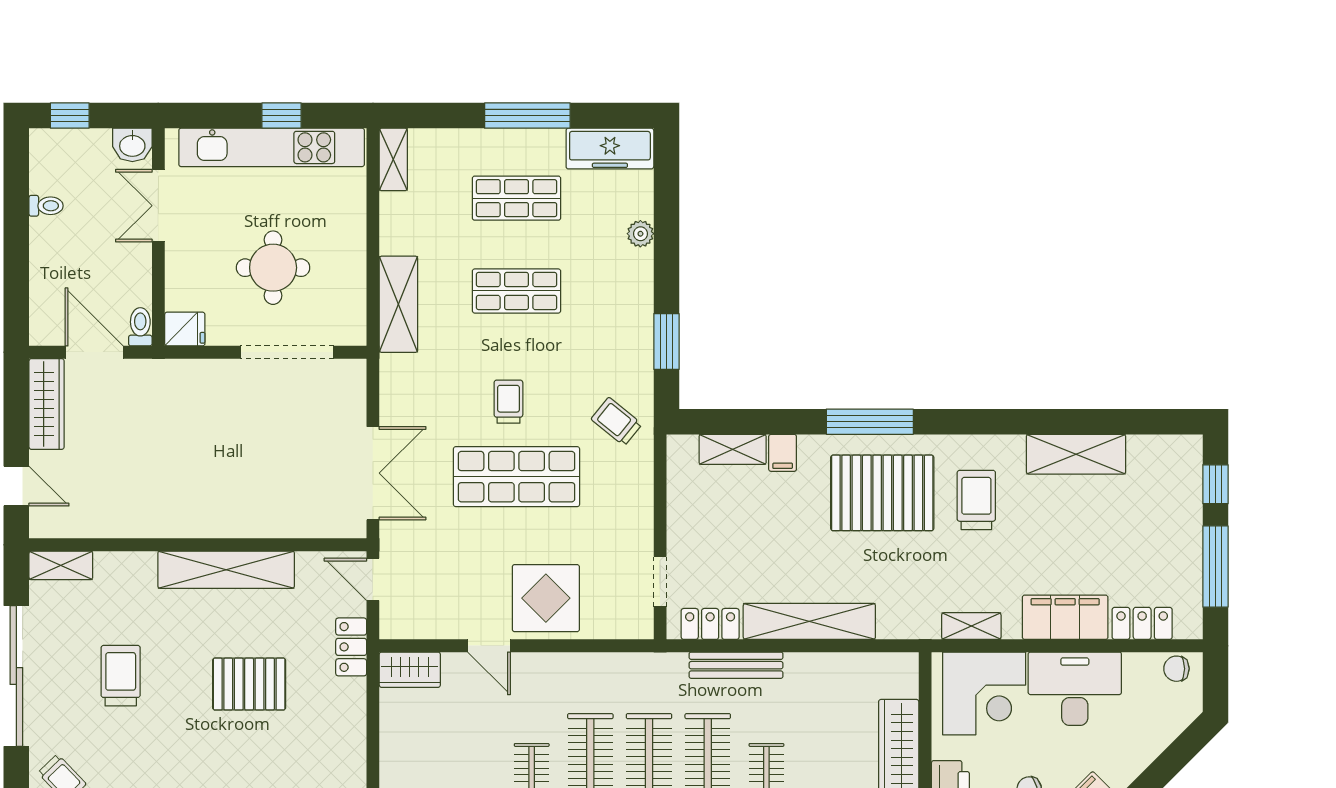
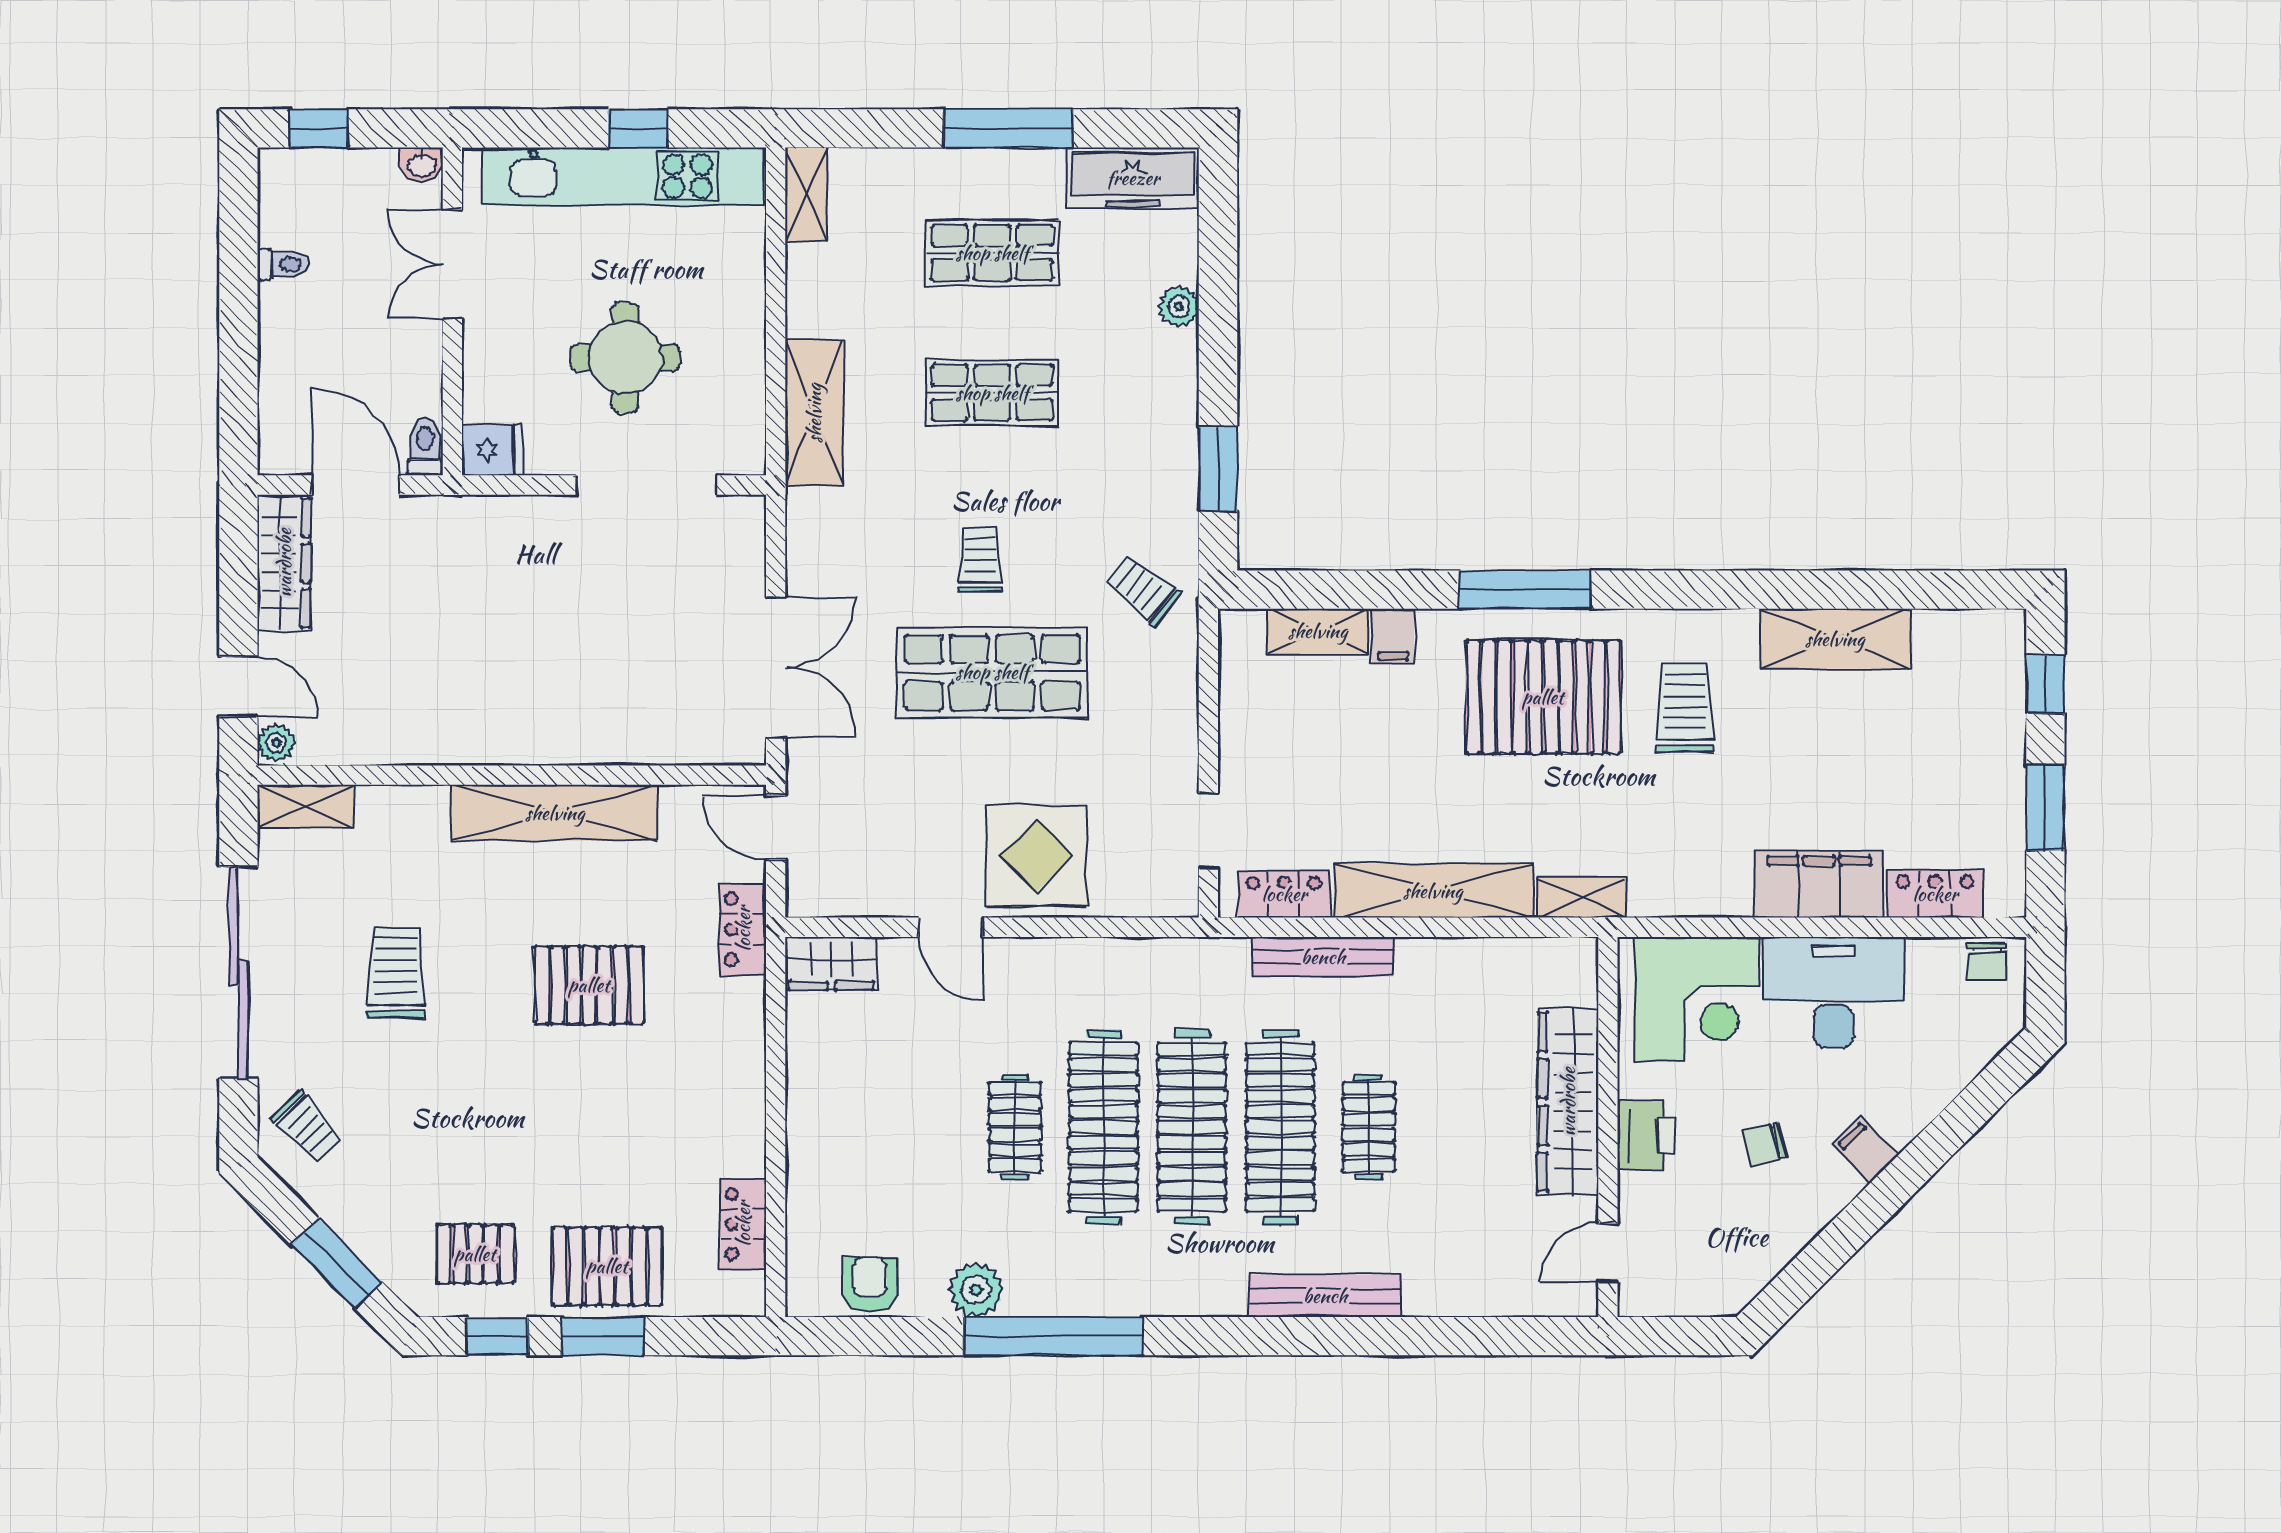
washbasin: (132, 145) -> (421, 165), width x0.72, depth x0.69
plant: (41, 523) -> (276, 743), added
window: (1215, 567) -> (2045, 808), width x0.69
shelving: (971, 626) -> (1582, 898), moved
chair: (1176, 669) -> (1987, 962), turned -90

